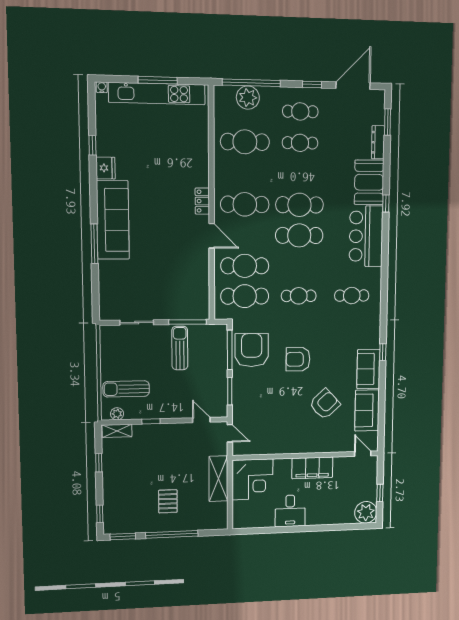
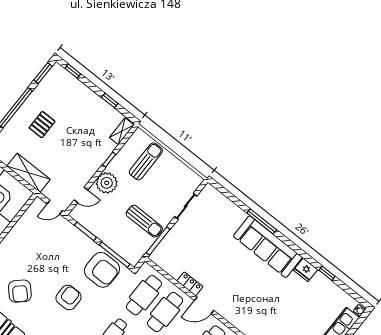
locker: (202, 201) -> (190, 284), moved
plant: (117, 414) -> (107, 183), moved, width x1.88, depth x1.88
pallet: (168, 501) -> (42, 125), turned 90

